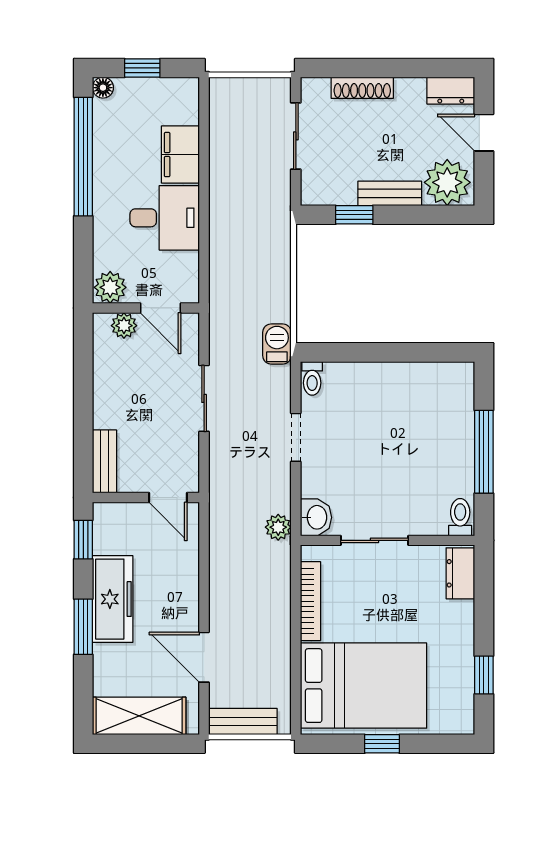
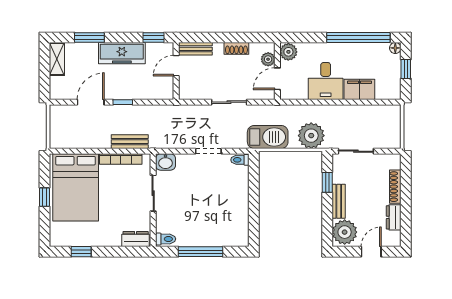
dresser: (451, 91) -> (394, 217), moved
sliding door: (296, 136) -> (356, 151), moved
barbecue: (277, 344) -> (268, 137), width x1.88, depth x1.53
shoe rack: (104, 385) -> (236, 48), added
door: (168, 498) -> (176, 66), moved
plant: (278, 527) -> (311, 136), moved, width x1.87, depth x1.87
window: (204, 597) -> (123, 102), added
window: (83, 627) -> (89, 37), moved
shelving: (139, 716) -> (57, 59), width x0.67, depth x0.75
bench: (243, 721) -> (130, 142), moved, turned 90

